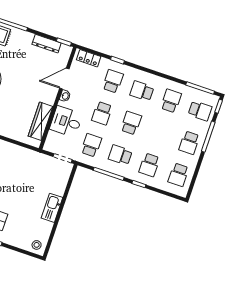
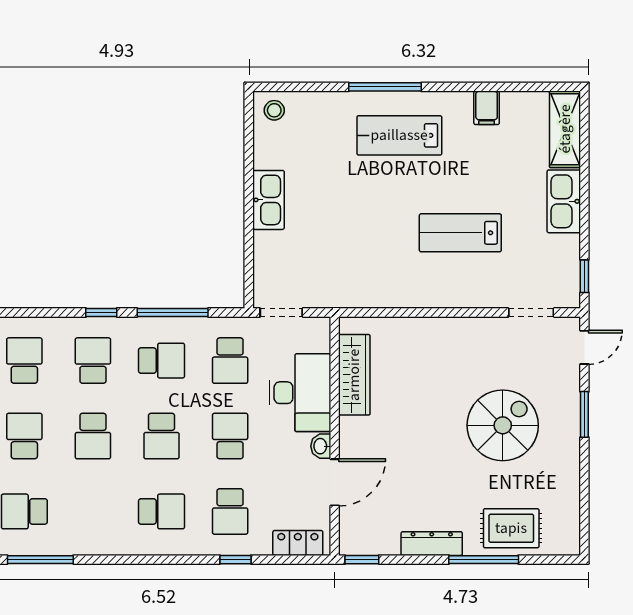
dresser: (47, 44) -> (432, 544), moved
school desk: (171, 101) -> (93, 436), moved
desk: (66, 122) -> (300, 393), width x1.37

